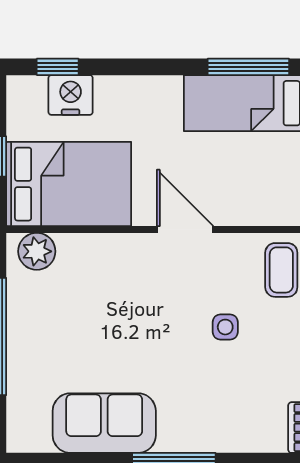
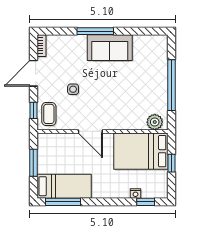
nightstand: (71, 95) -> (136, 194), width x0.53, depth x0.56
sofa: (104, 423) -> (110, 48), moved

